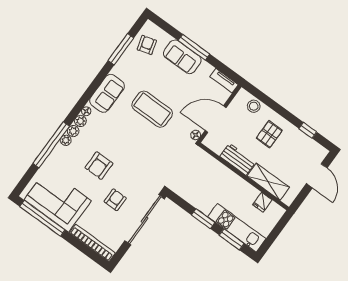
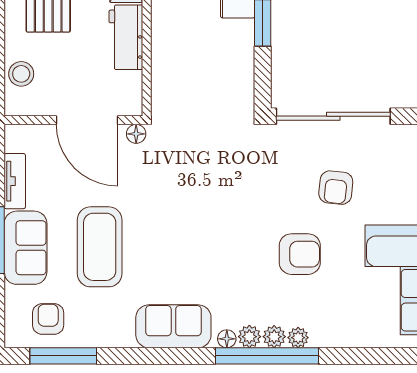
armchair: (147, 45) -> (48, 319), turned 106
window: (121, 49) -> (63, 356), moved
tv unit: (224, 81) -> (15, 181), moved
coffee table: (152, 109) -> (100, 247), moved
window: (51, 145) -> (267, 356), moved
armchair: (115, 200) -> (336, 188), turned -84

